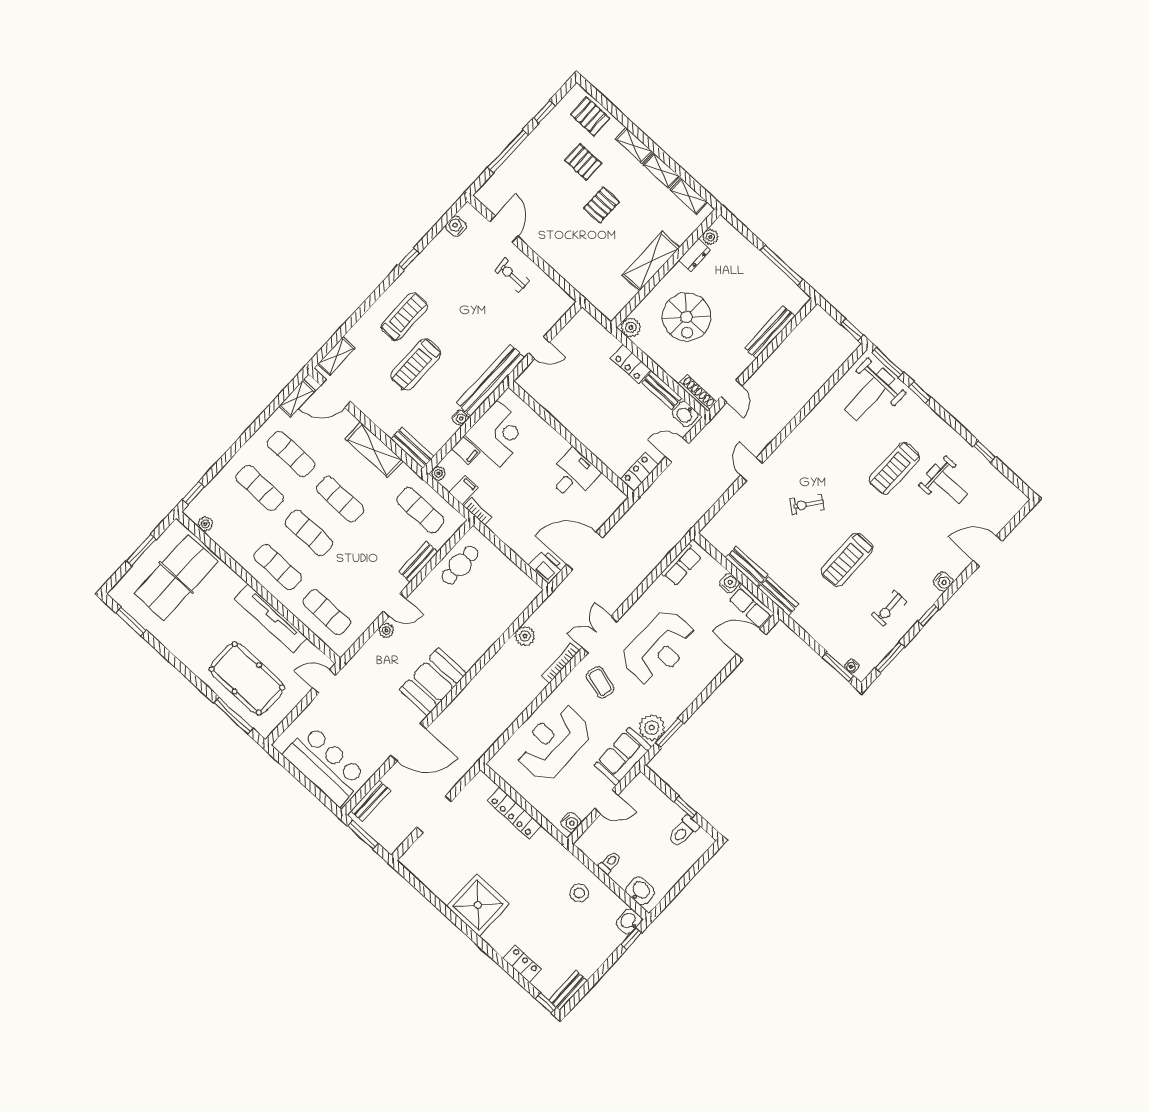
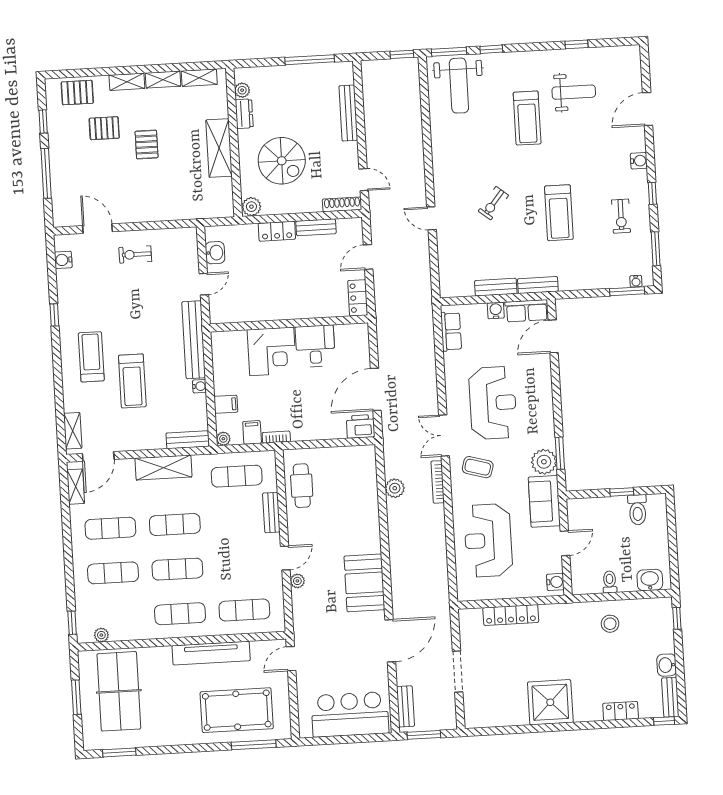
washbasin: (685, 414) -> (215, 253), moved, turned -90
corner desk: (498, 433) -> (272, 351), moved, turned 90
washbasin: (629, 921) -> (667, 665), moved

